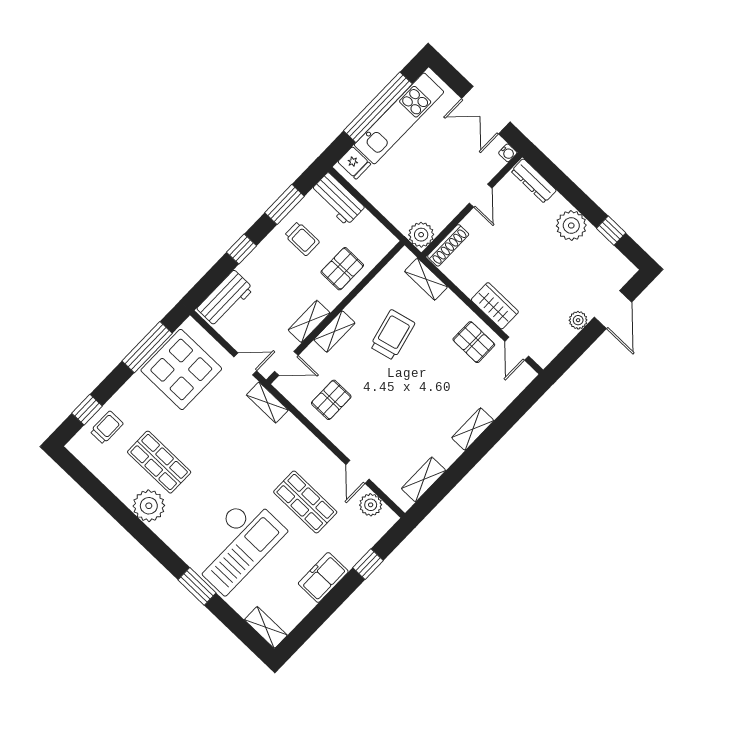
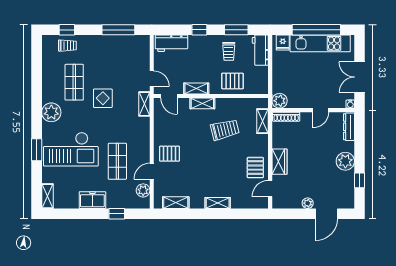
display table: (181, 369) -> (103, 98), moved, width x0.54, depth x0.54
pallet: (331, 400) -> (169, 154), moved
plant: (149, 506) -> (51, 112), moved

